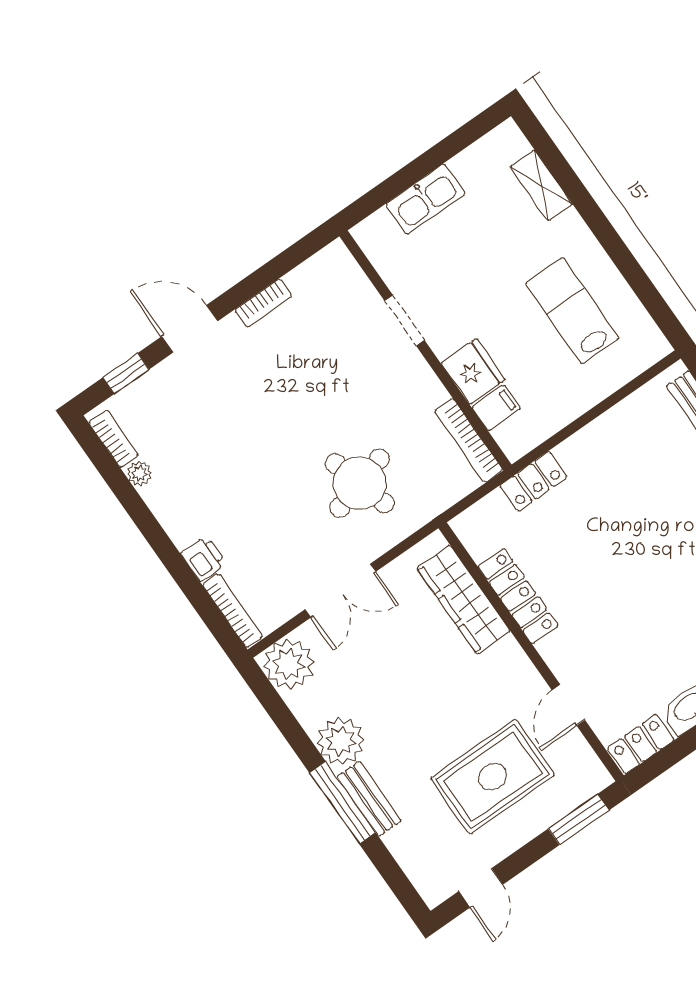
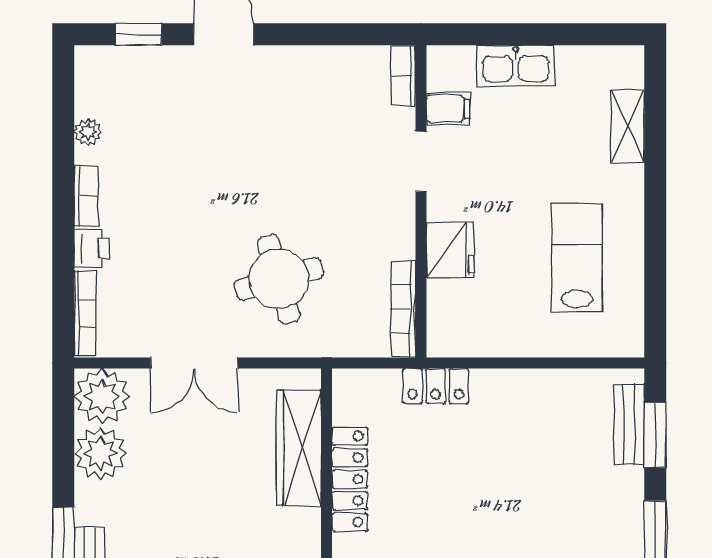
bookcase: (263, 303) -> (403, 75), moved, turned 90
filing cabinet: (496, 408) -> (448, 109), moved
bookcase: (114, 439) -> (86, 196), moved
plant: (341, 741) -> (100, 453), moved

